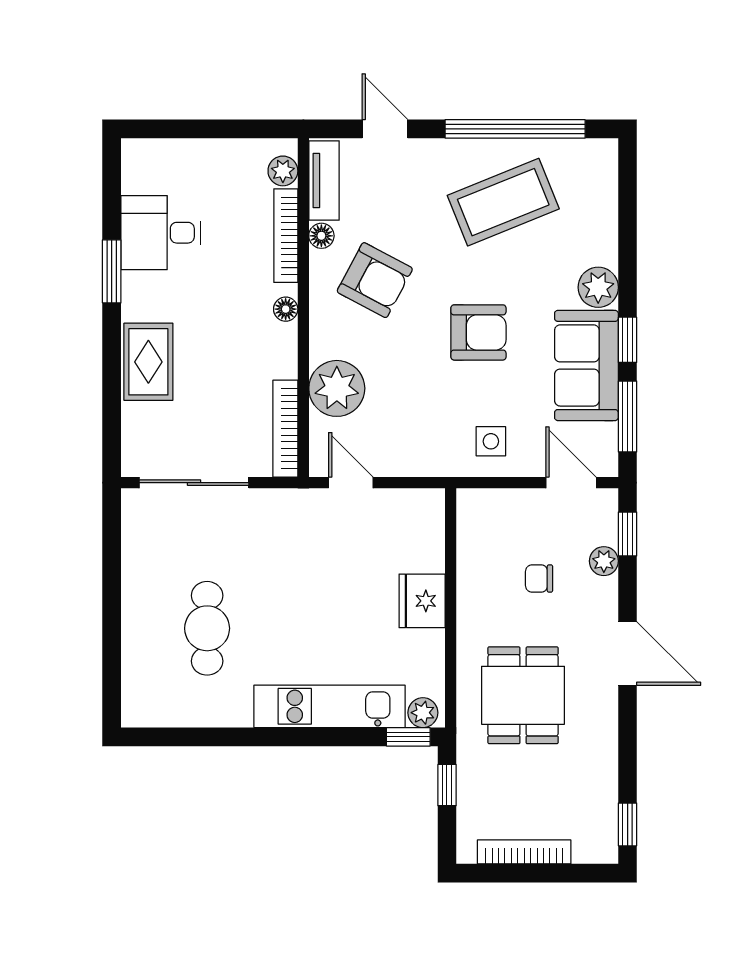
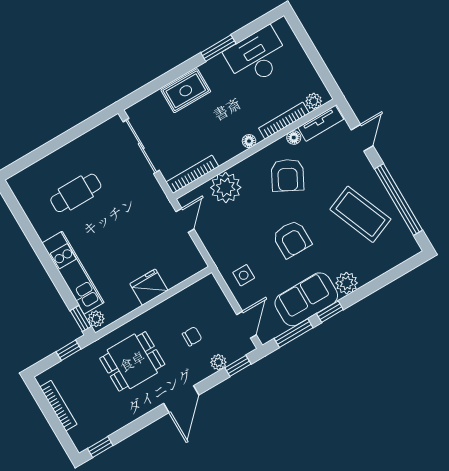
desk: (161, 233) -> (257, 57), width x1.37
chair: (539, 578) -> (192, 336), turned 90

